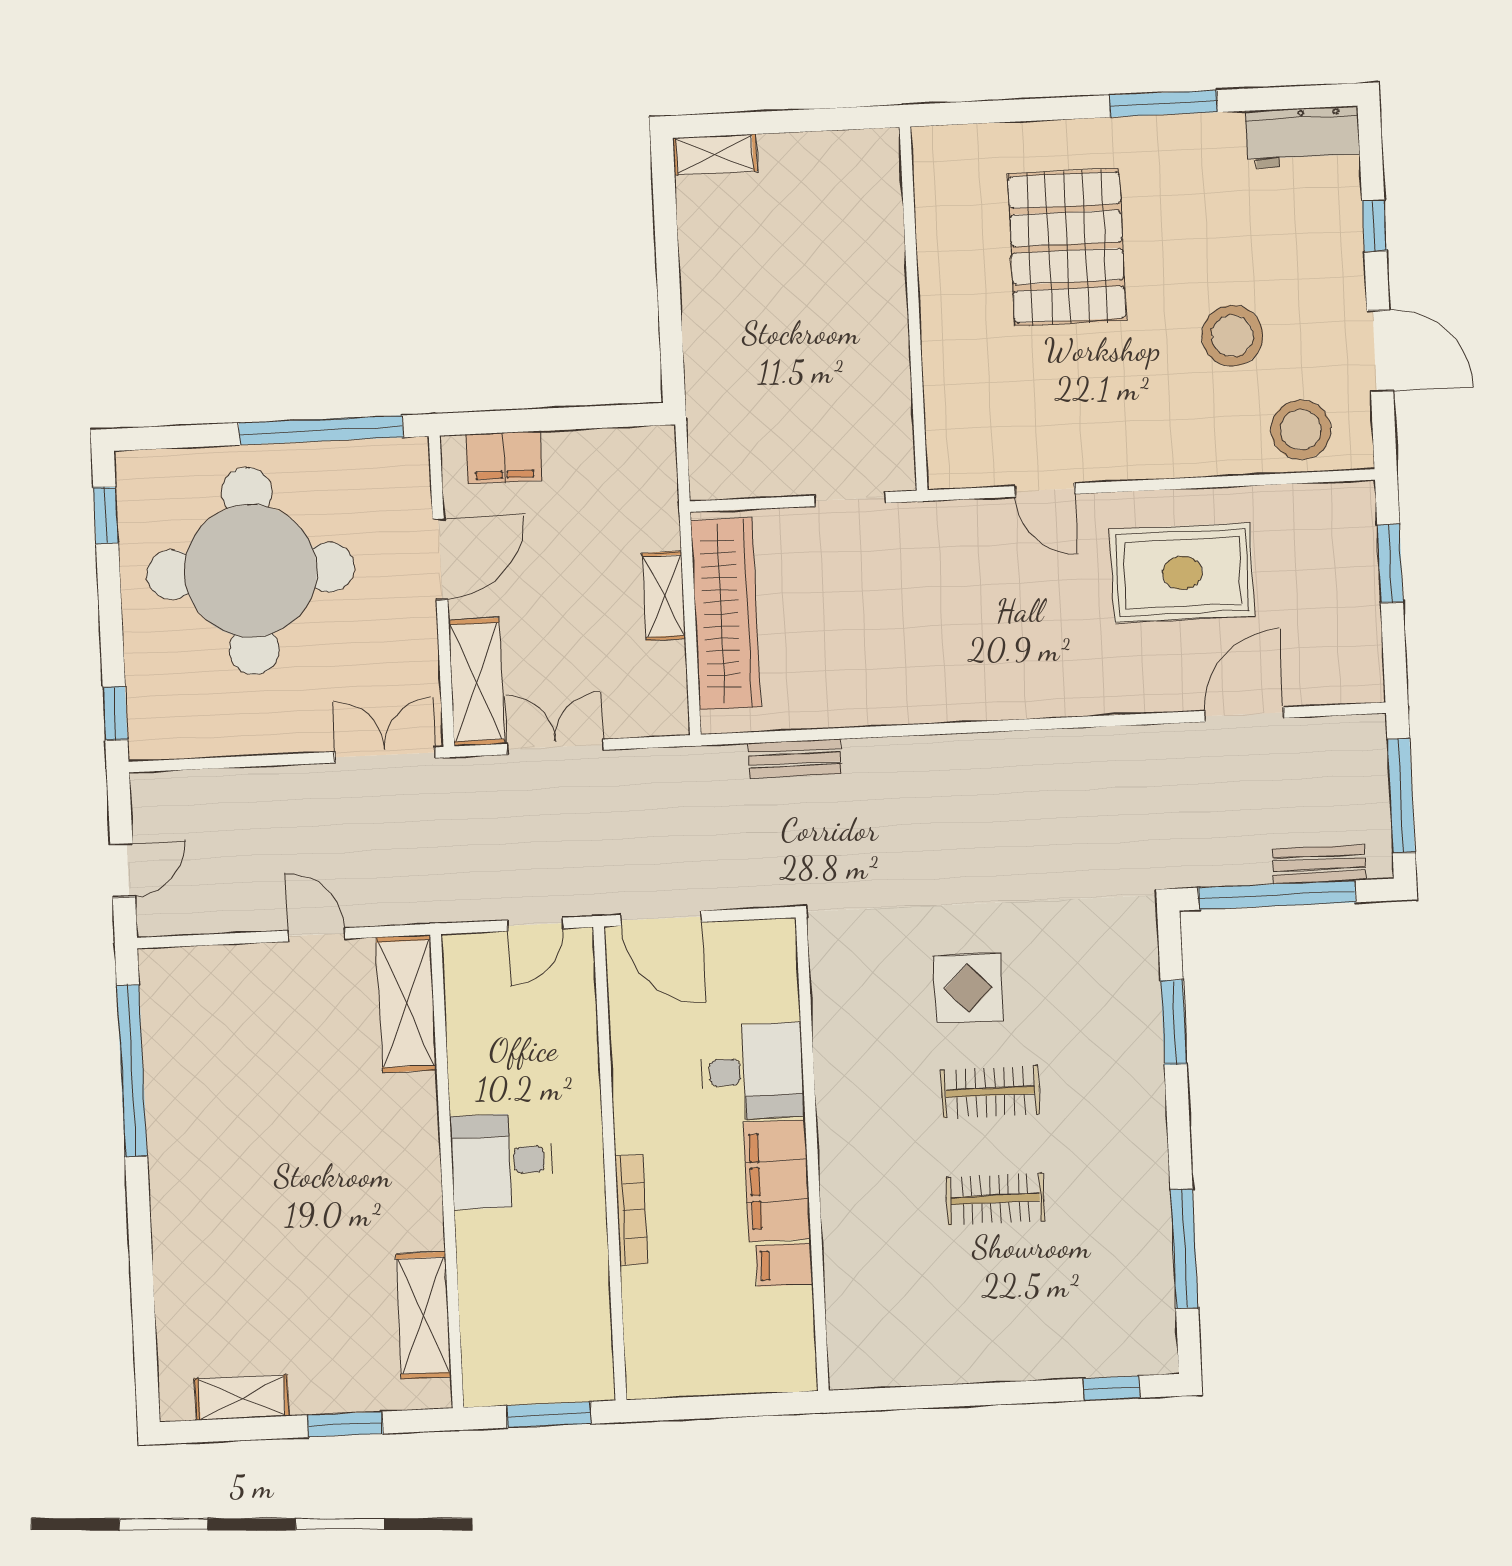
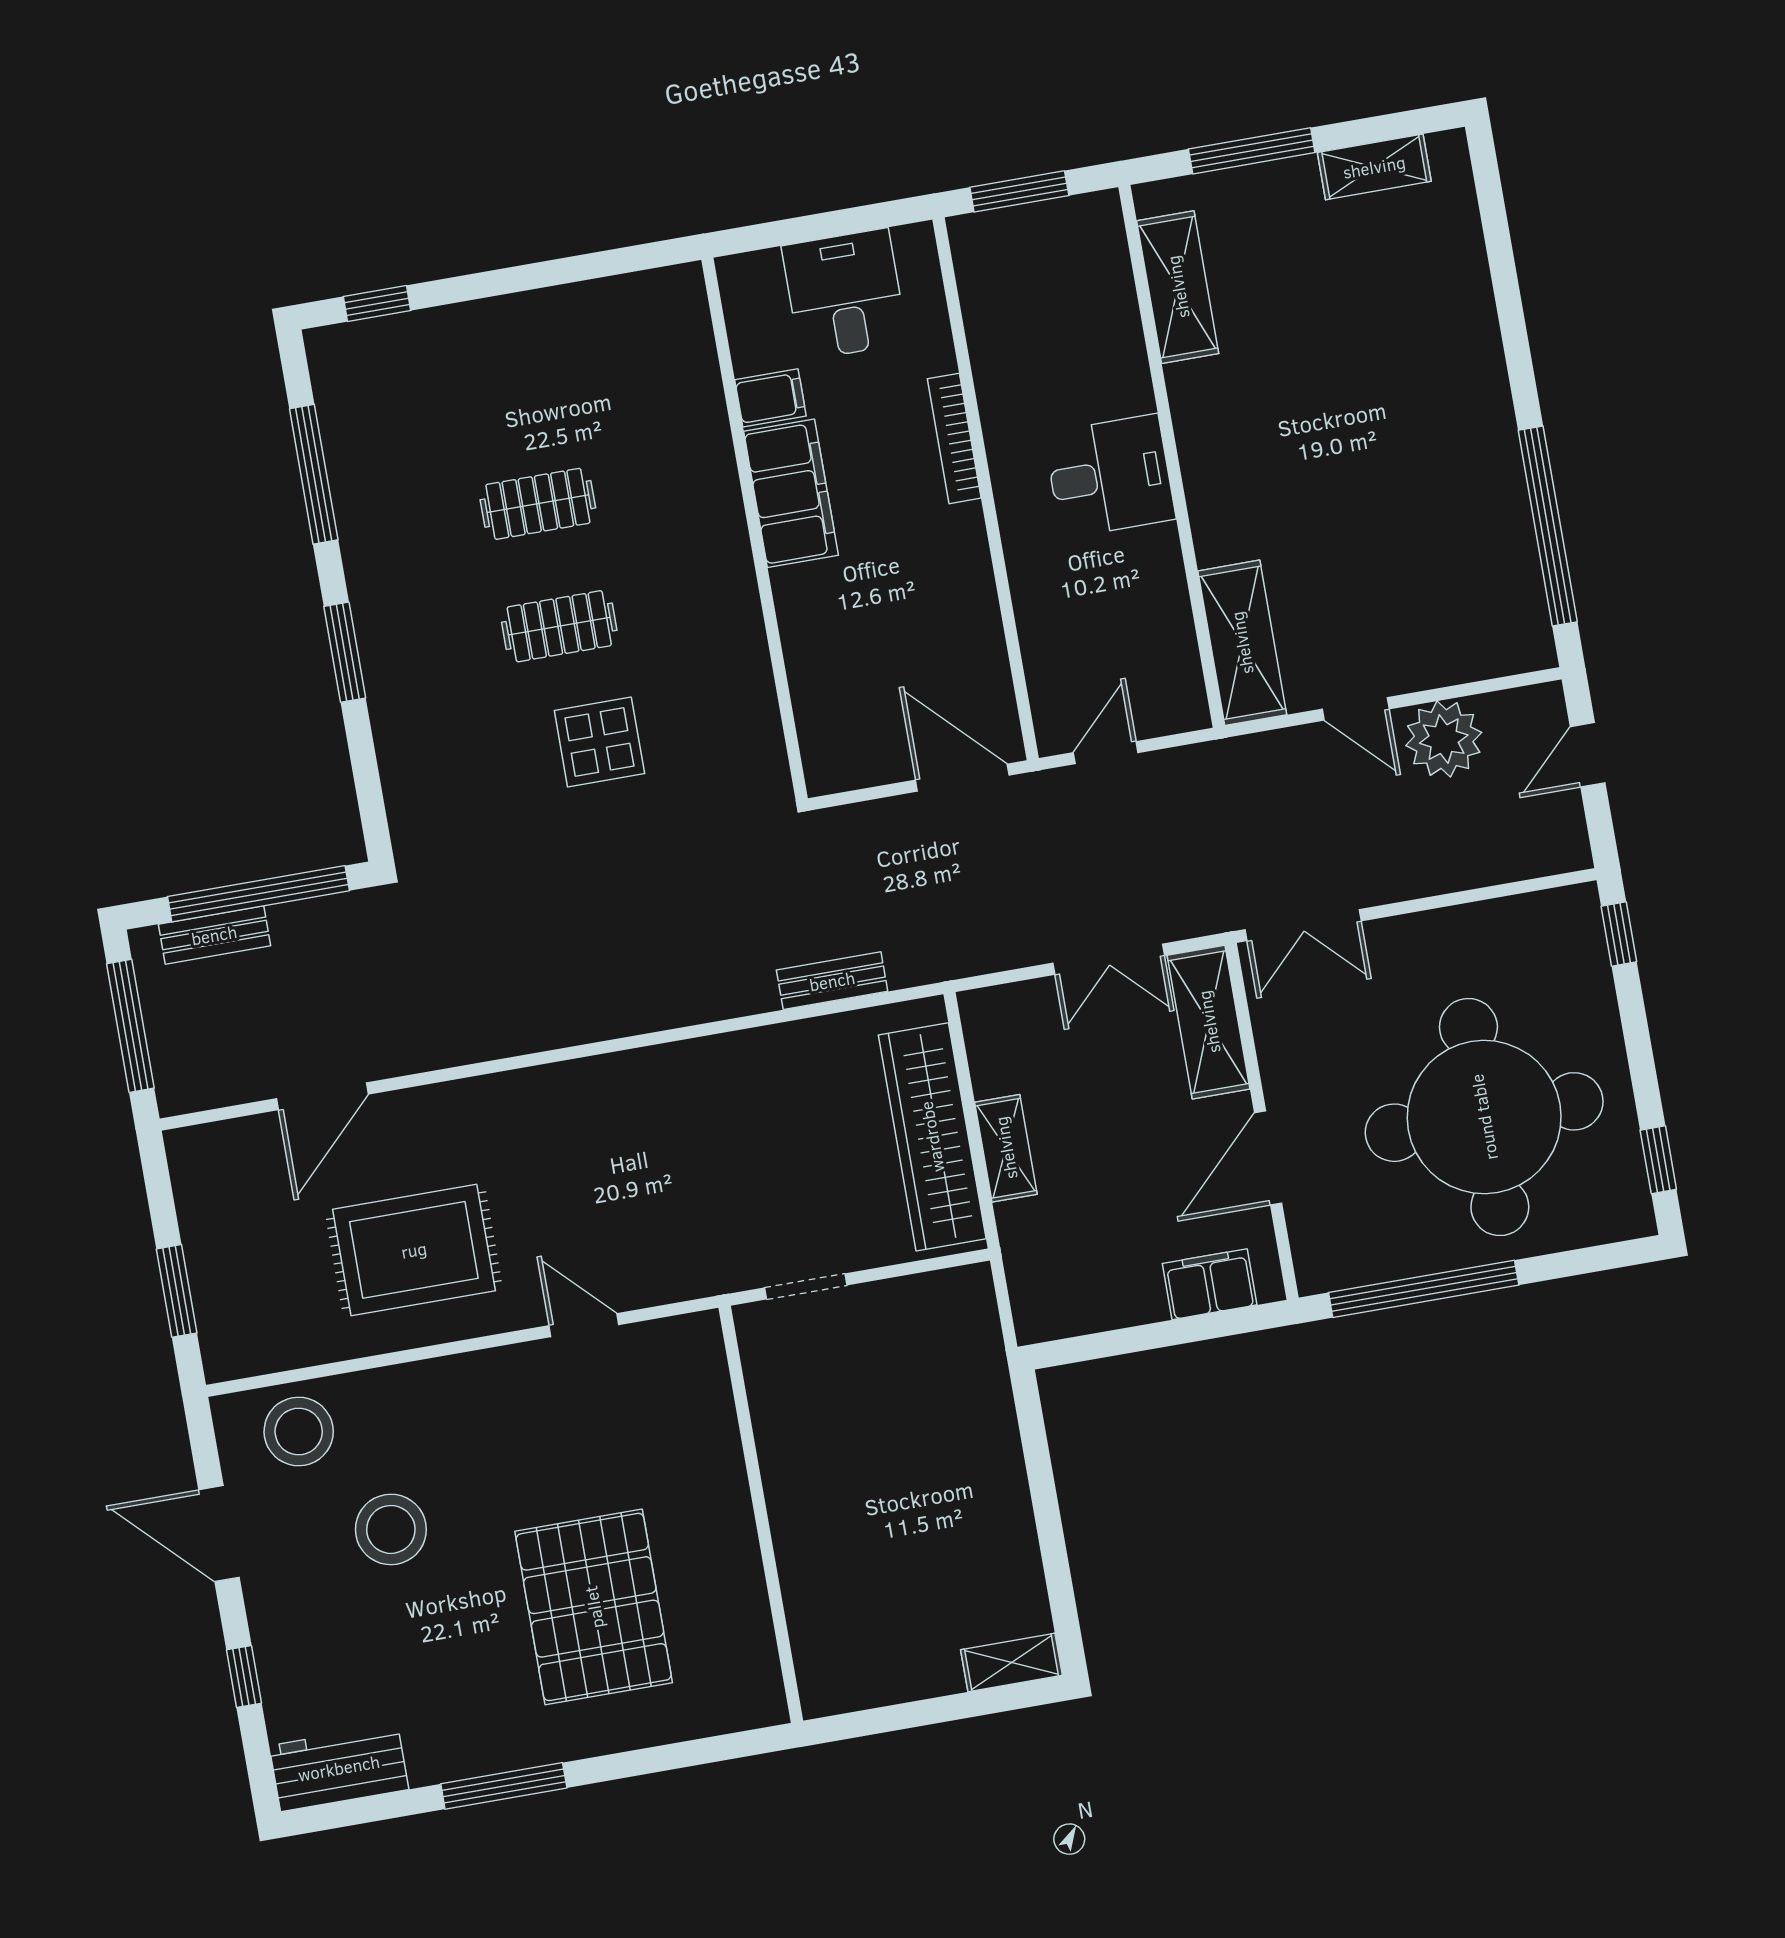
plant: (244, 899) -> (1444, 739), added
window: (1174, 1022) -> (345, 652), moved
desk: (752, 1071) -> (845, 294), moved, turned 90
window: (345, 1424) -> (1252, 151), width x1.44

